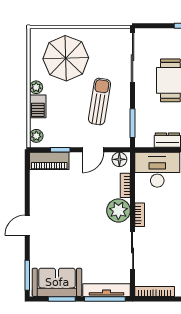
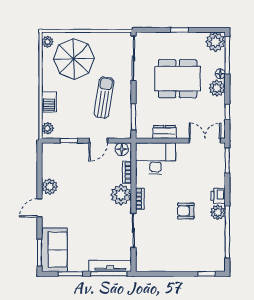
plant: (36, 87) -> (47, 42), moved
piano: (49, 161) -> (59, 151), removed
plant: (39, 201) -> (50, 187), added
sofa: (57, 282) -> (54, 250), moved, turned 90
bookcase: (155, 291) -> (153, 267), removed

